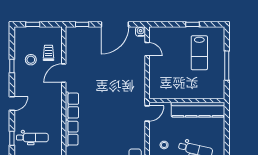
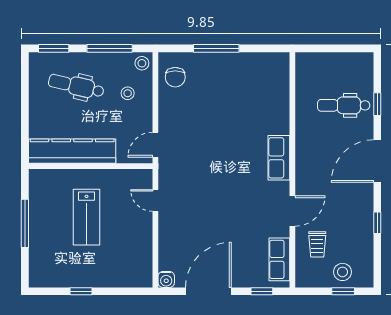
door: (147, 49) -> (155, 201), moved
lab bench: (199, 53) -> (87, 217), moved, turned 180
stool: (31, 60) -> (342, 272), moved
door: (12, 104) -> (377, 161), width x1.87
row of seats: (72, 133) -> (279, 259), moved

